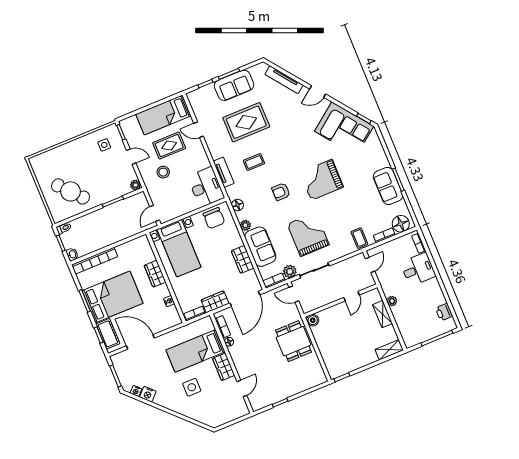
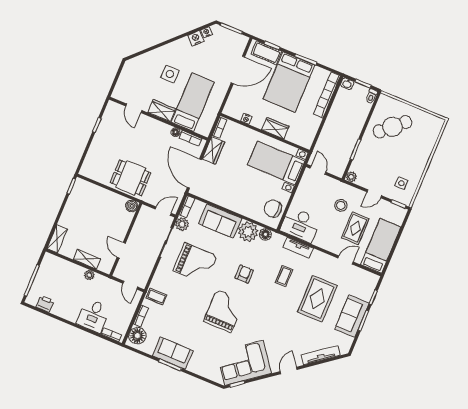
plant: (245, 225) -> (248, 232), width x1.87, depth x1.87
wardrobe: (243, 259) -> (224, 200), removed

